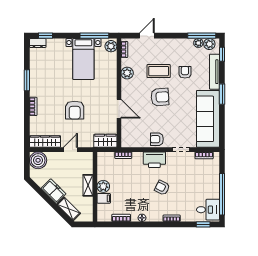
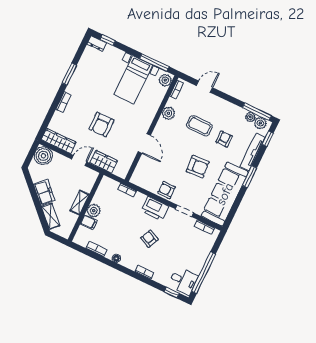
armchair: (160, 97) -> (198, 167), moved
wardrobe: (105, 141) -> (104, 162), moved

